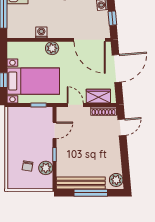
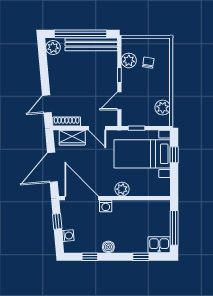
washing machine: (41, 32) -> (106, 206), moved
plant: (14, 124) -> (163, 108), added
window: (91, 193) -> (80, 34), width x1.46

